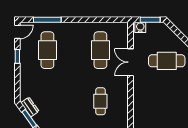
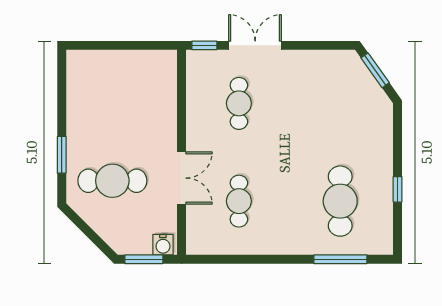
door: (17, 32) -> (398, 236), removed
cafe table: (100, 50) -> (239, 201), width x0.73, depth x0.74
dresser: (30, 107) -> (374, 92), removed

